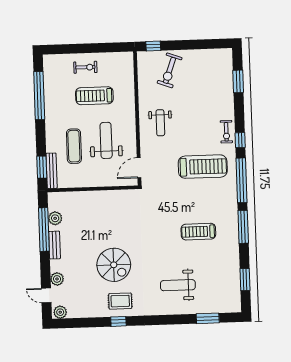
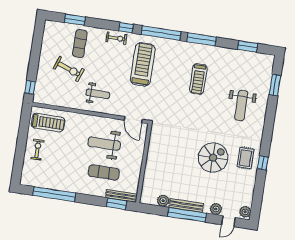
exercise bike: (170, 70) -> (69, 69), moved
exercise mat: (213, 92) -> (80, 44), added
treadmill: (94, 96) -> (48, 123), moved, turned -90
window: (44, 230) -> (187, 215), moved
bench: (55, 245) -> (186, 206), width x1.36

